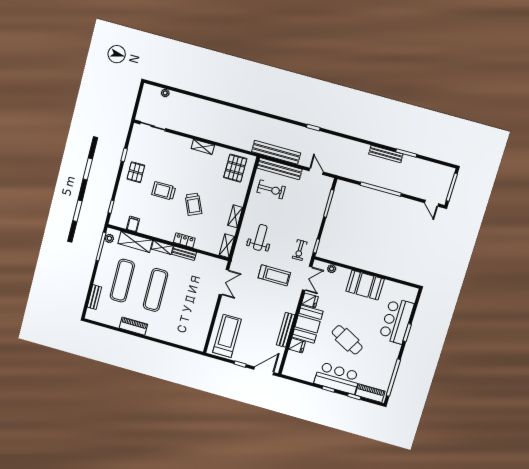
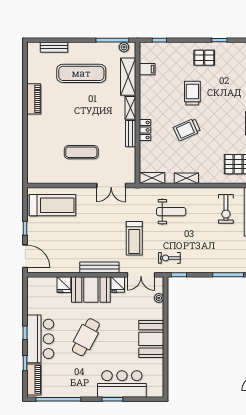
exercise mat: (156, 290) -> (81, 152), moved, width x0.73, depth x0.69
bench: (286, 330) -> (99, 267), moved

